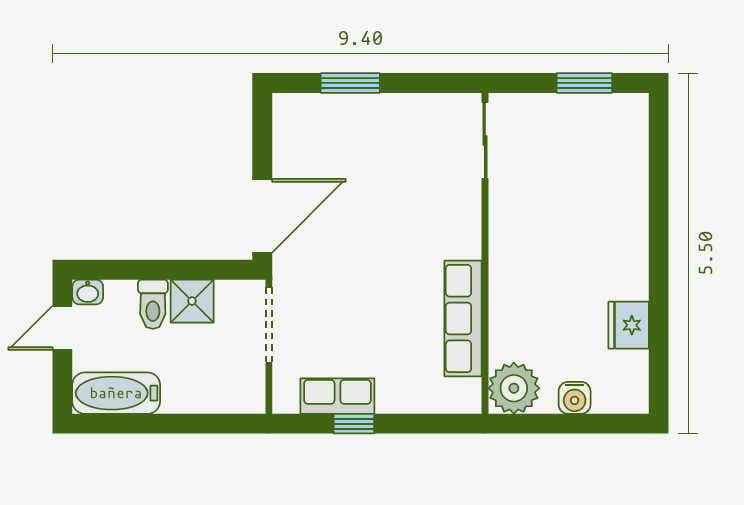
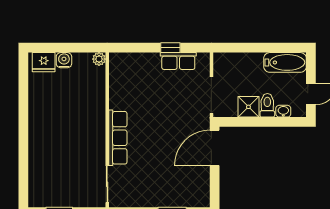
washbasin: (88, 292) -> (283, 111), moved
row of seats: (463, 318) -> (118, 138), moved
fridge: (629, 325) -> (44, 62), moved, turned 90
plant: (514, 388) -> (99, 59), width x0.53, depth x0.53

